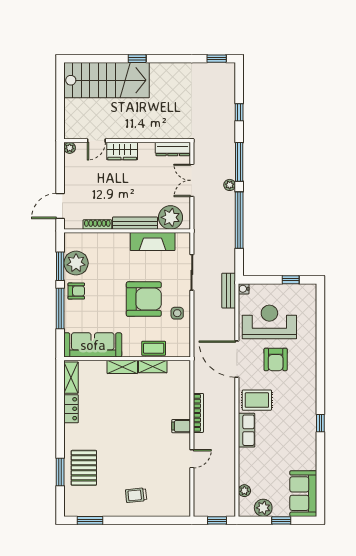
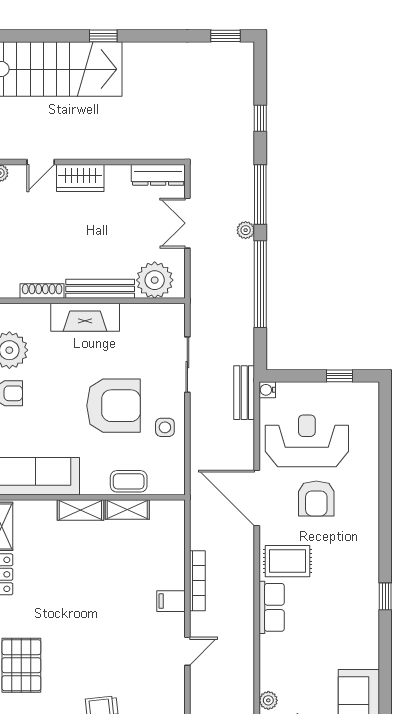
fireplace: (153, 242) -> (85, 317), moved

